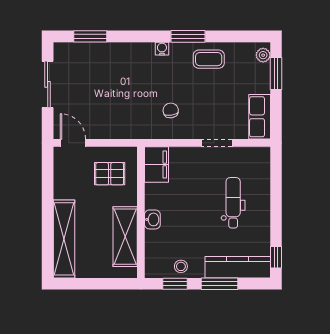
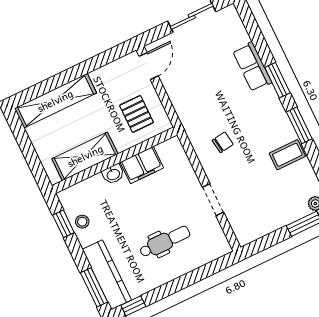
window: (90, 36) -> (277, 80), moved
water cooler: (162, 49) -> (276, 107), removed
coffee table: (209, 59) -> (287, 155), turned 90
row of seats: (260, 117) -> (252, 67), moved, turned -90
filing cabinet: (157, 165) -> (142, 165), moved
window: (220, 284) -> (94, 287), moved

